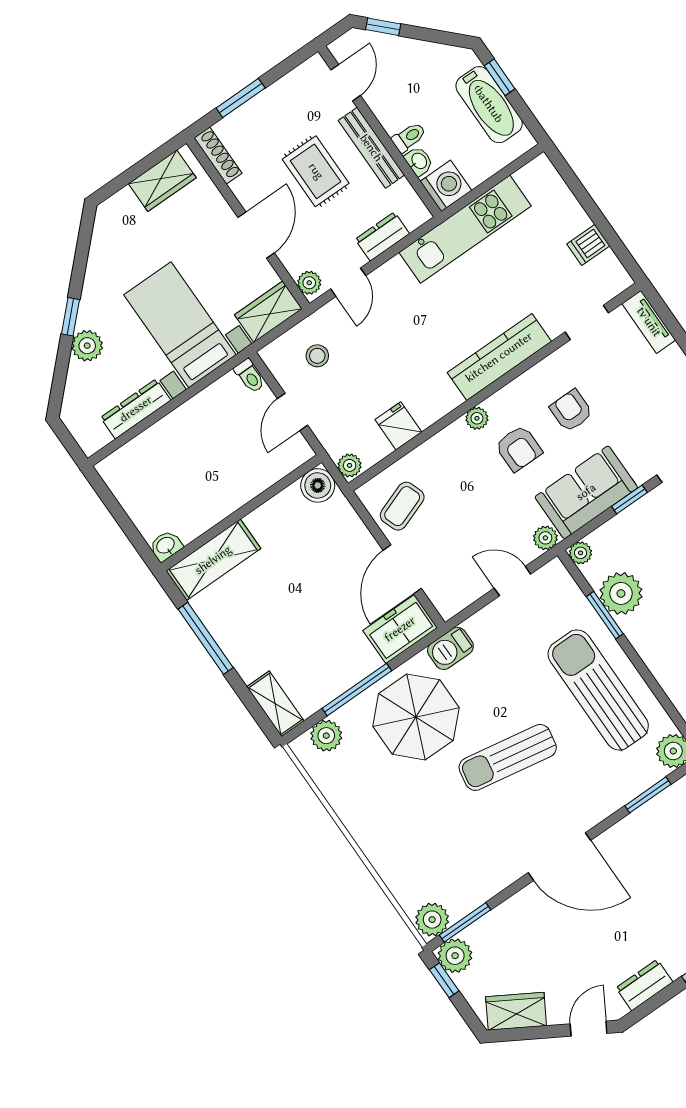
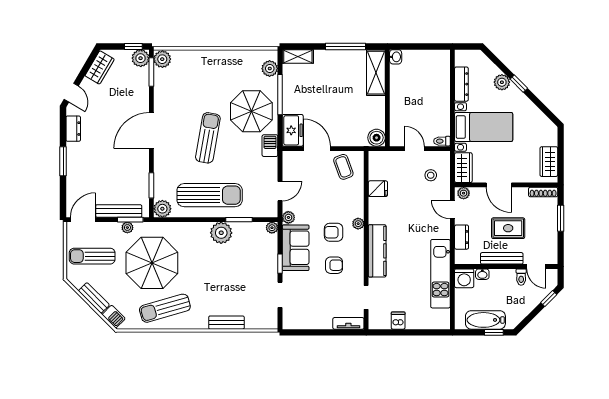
toilet: (409, 137) -> (521, 277), moved
plant: (350, 465) -> (376, 157), removed
plant: (621, 593) -> (221, 233), moved

